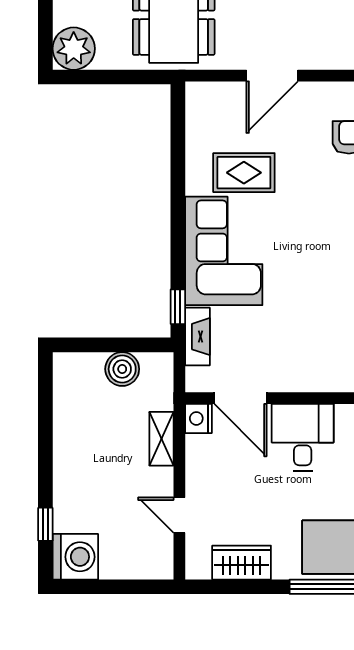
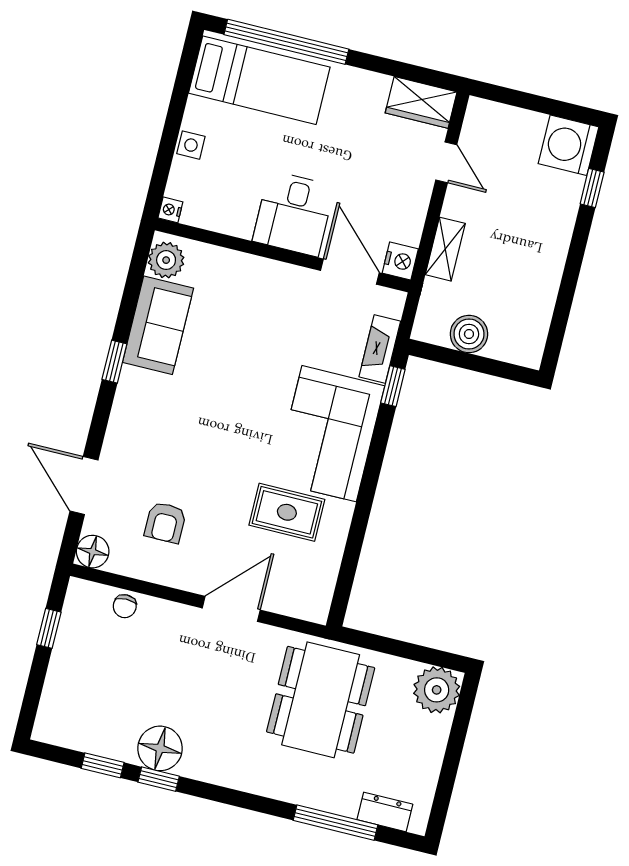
wardrobe: (242, 563) -> (421, 102), moved

